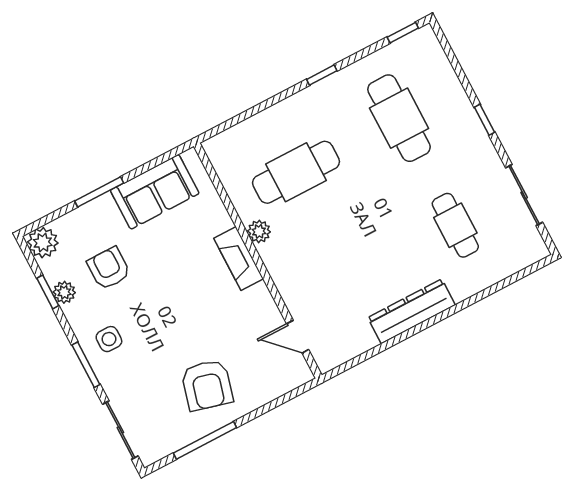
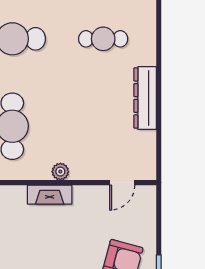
plant: (259, 231) -> (60, 172), moved

